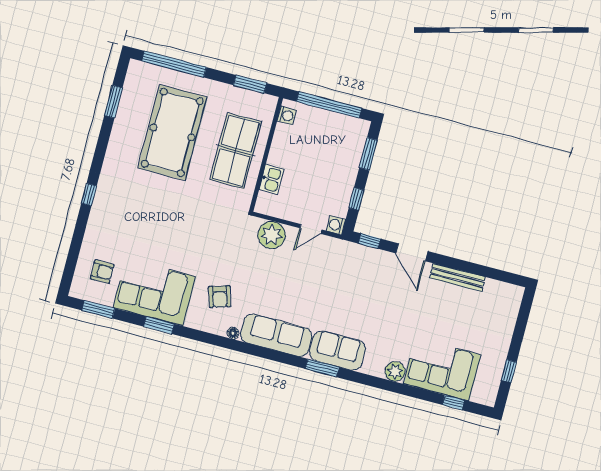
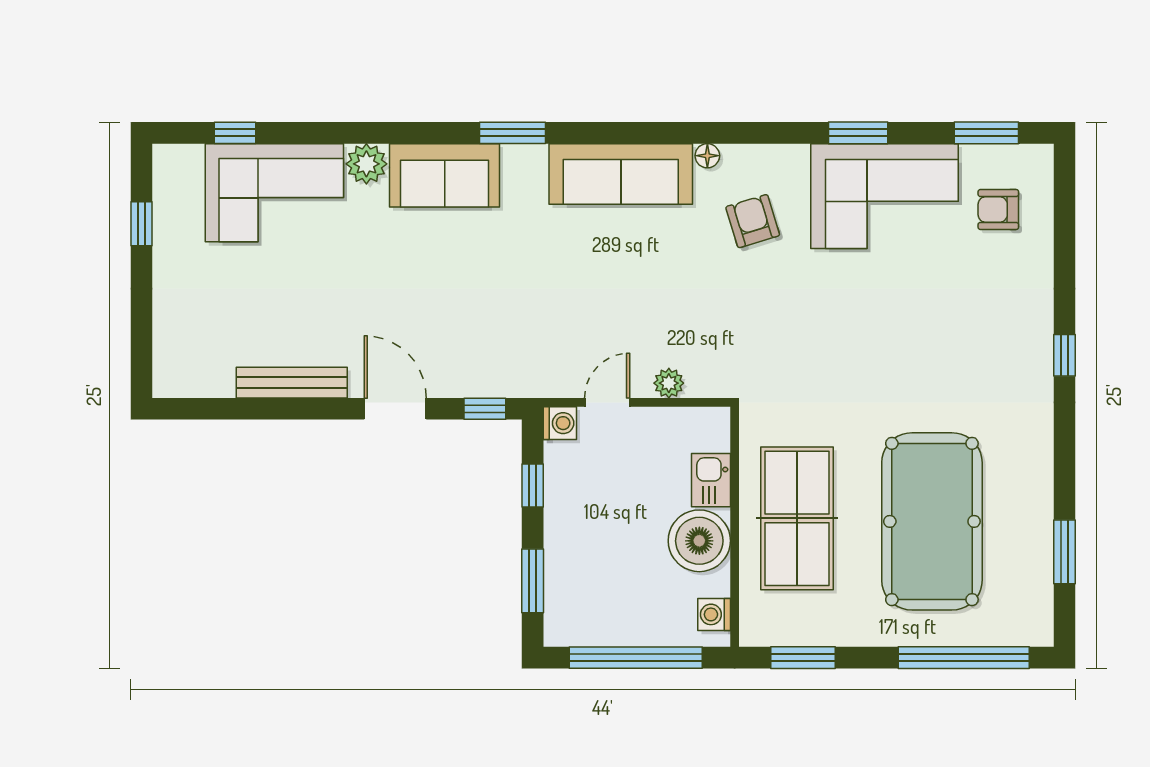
boiler: (285, 152) -> (699, 541), added
plant: (272, 235) -> (669, 383), width x0.53, depth x0.53
sofa: (337, 351) -> (445, 175), moved

